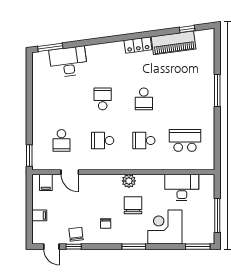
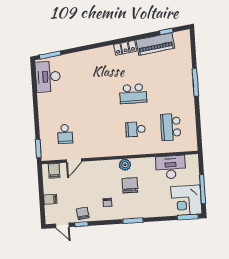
desk: (68, 62) -> (48, 77), moved, turned -82
school desk: (103, 99) -> (98, 96), removed
school desk: (144, 99) -> (133, 94), width x1.85
school desk: (103, 140) -> (100, 132), removed
school desk: (185, 140) -> (171, 127), turned -90
door: (70, 172) -> (74, 161), hinge flipped
corner desk: (165, 227) -> (186, 200), moved, turned -90

